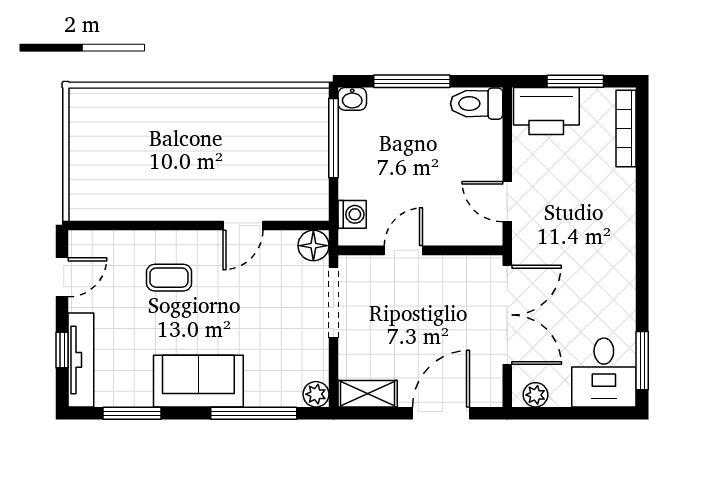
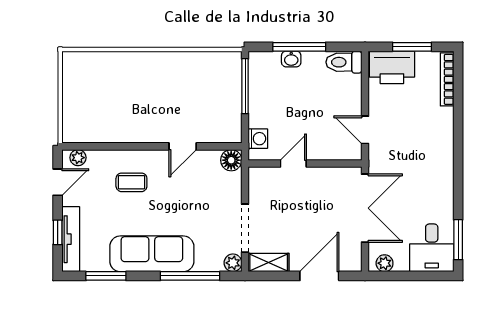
washbasin: (352, 99) -> (291, 59), moved
plant: (91, 242) -> (78, 158), added
doorway: (333, 303) -> (245, 228), moved
sofa: (198, 381) -> (152, 254), width x1.36

